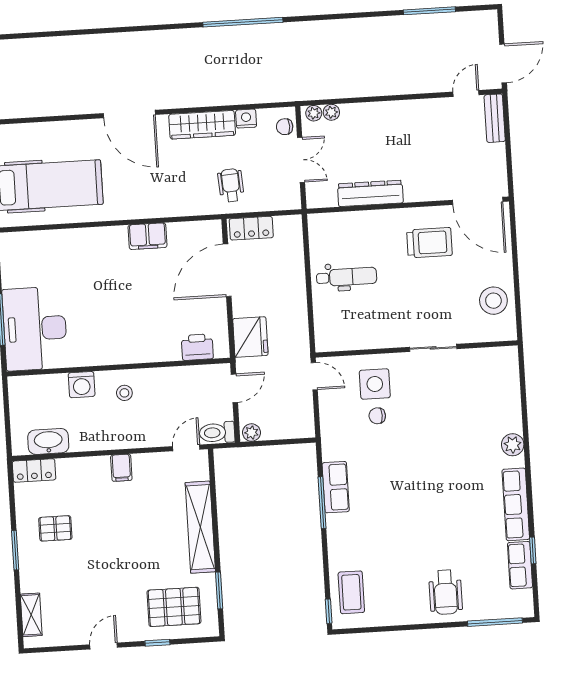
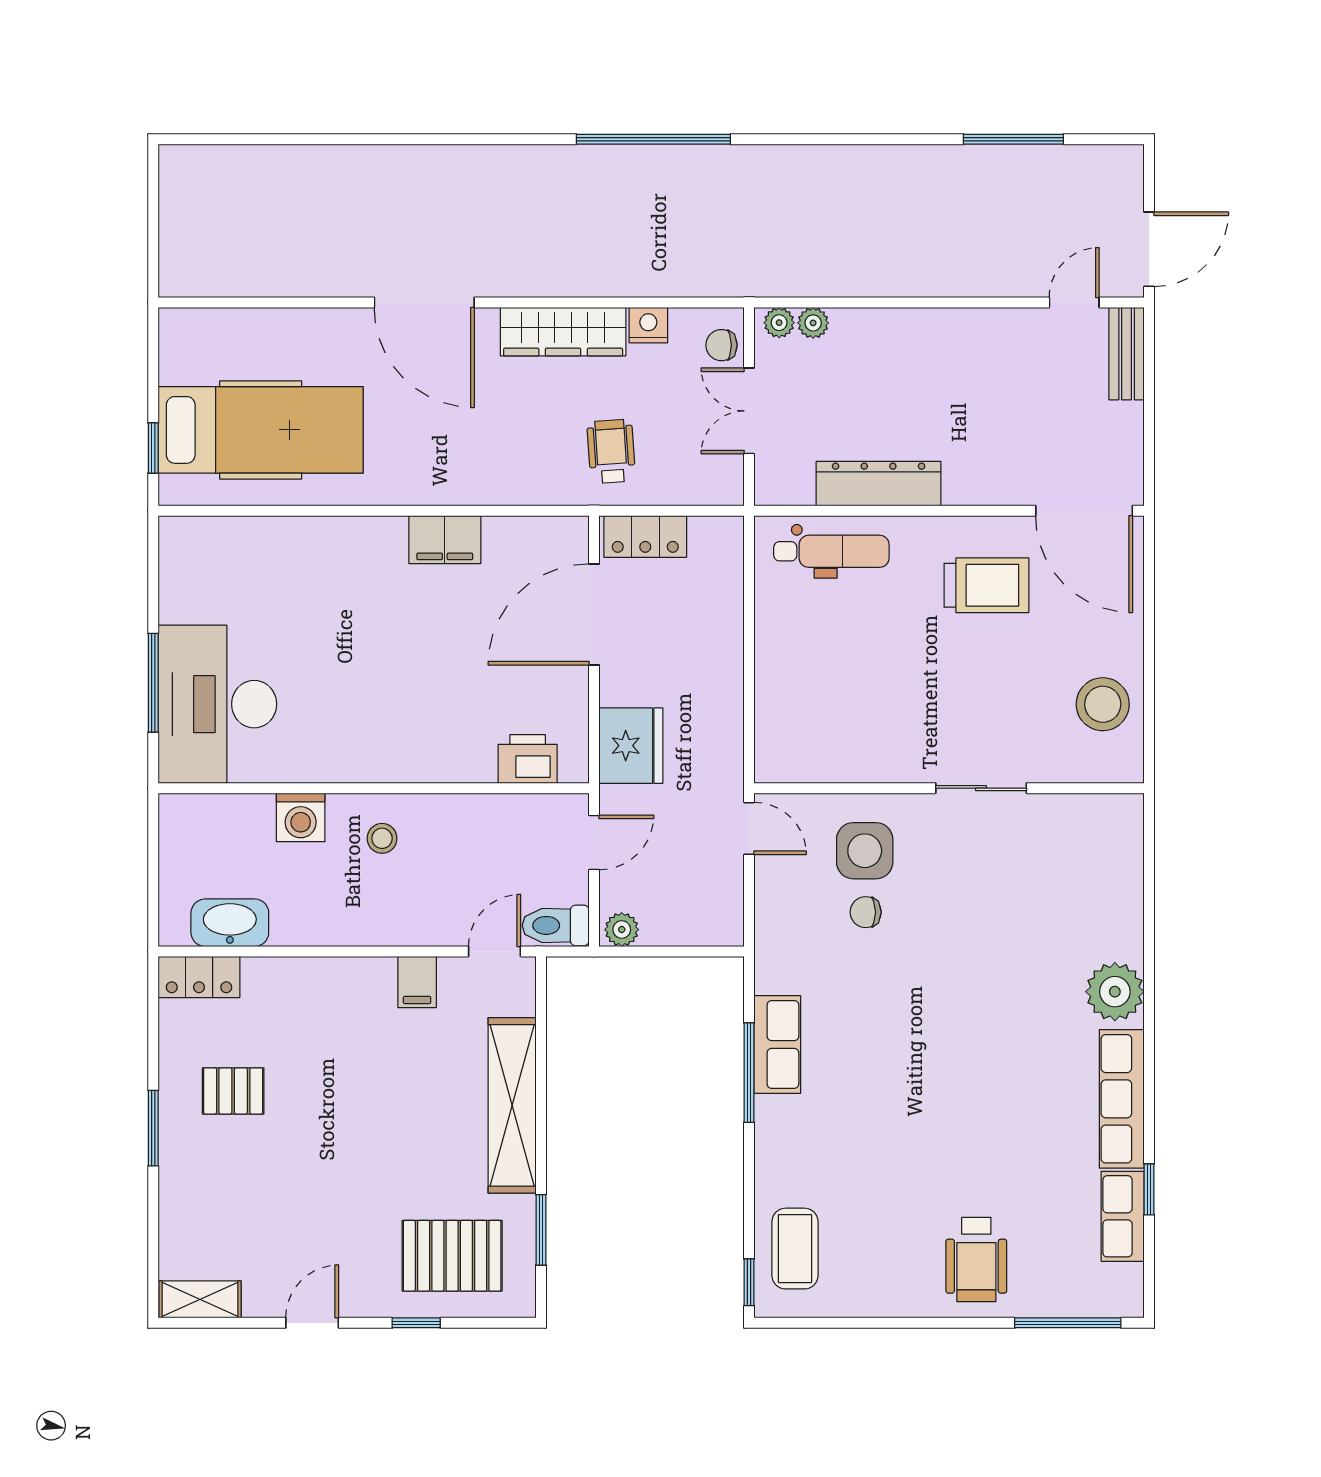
double door: (301, 160) -> (749, 411), swing flipped
dental chair: (347, 277) -> (831, 551), moved
plant: (513, 445) -> (1115, 992), width x1.36, depth x1.36
filing cabinet: (121, 468) -> (417, 982), moved
shelving: (31, 615) -> (200, 1299), moved, turned 90

